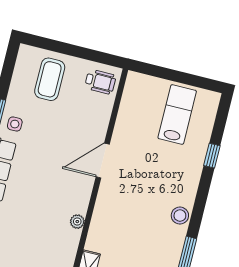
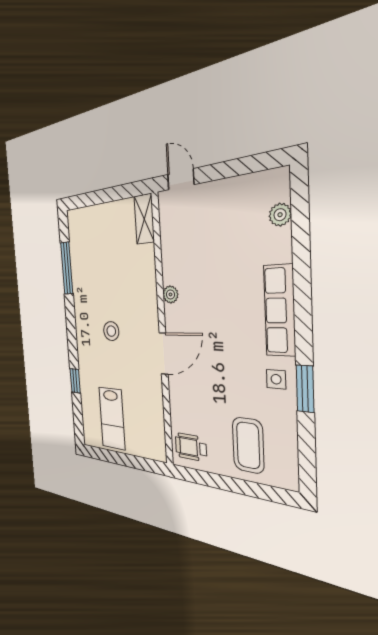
stool: (180, 216) -> (111, 331), moved
plant: (77, 222) -> (170, 294), moved

